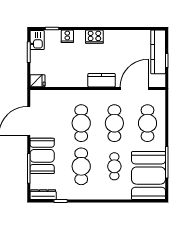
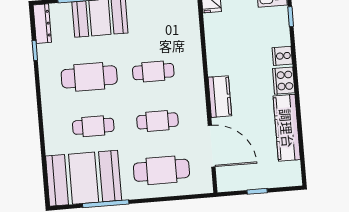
cooker: (67, 36) -> (282, 56), moved
kitchen counter: (158, 52) -> (287, 128), moved, turned -90
cafe table: (81, 123) -> (153, 72), width x0.73, depth x0.74
cafe table: (114, 123) -> (157, 121), width x0.73, depth x0.74

